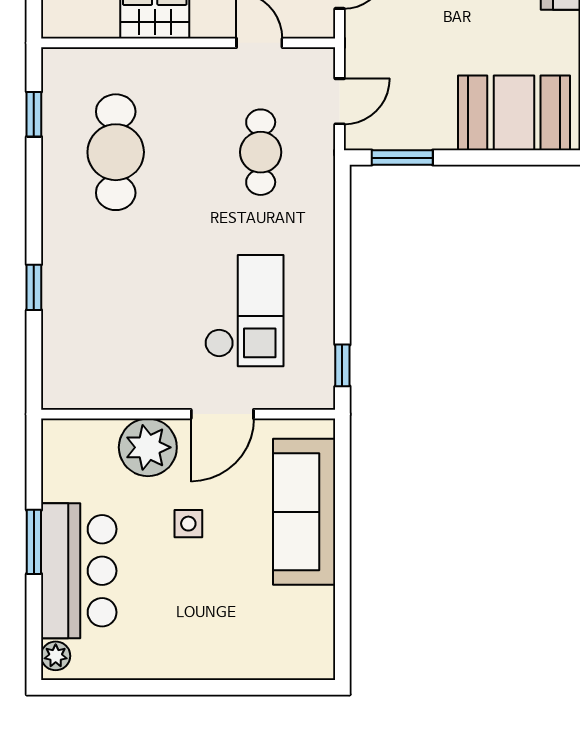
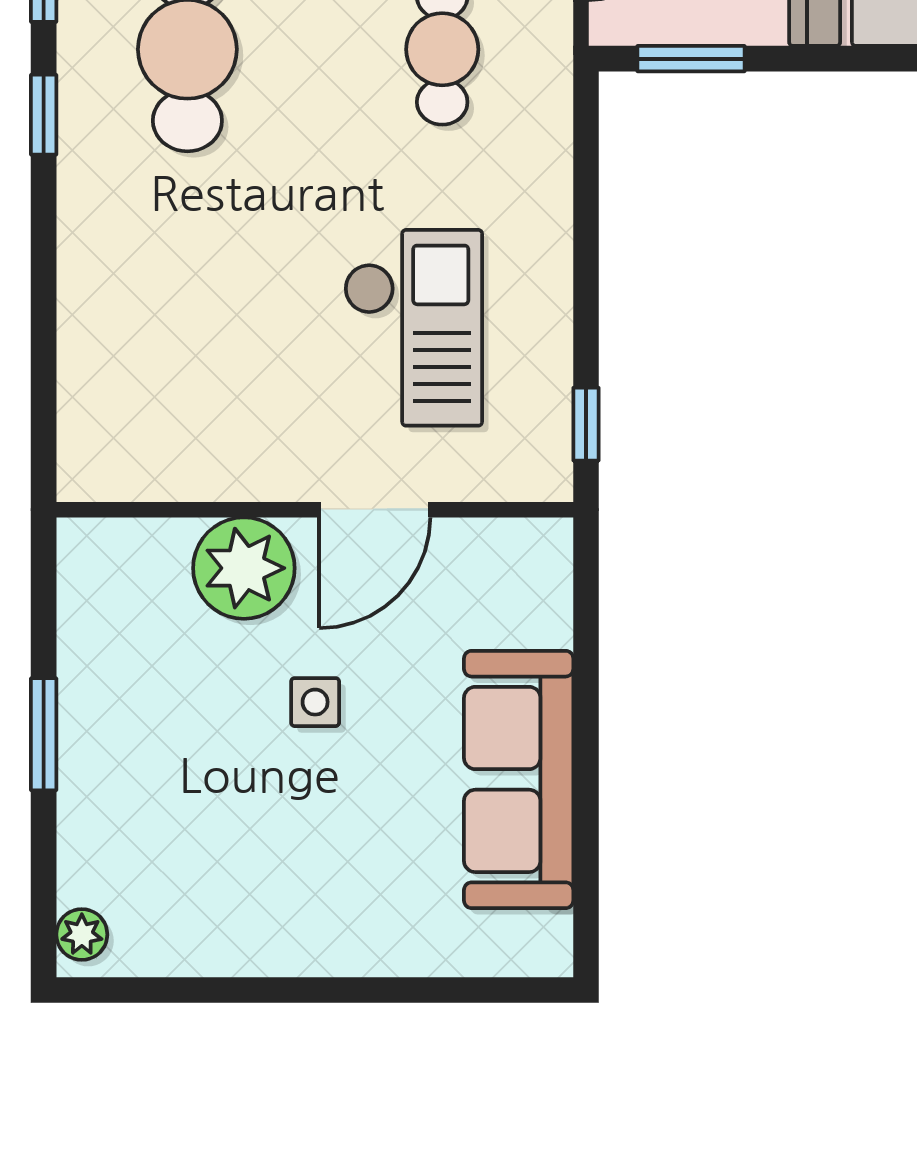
window: (34, 287) -> (44, 115), moved
sofa: (304, 512) -> (519, 779), moved
bar counter: (79, 571) -> (122, 785), removed

